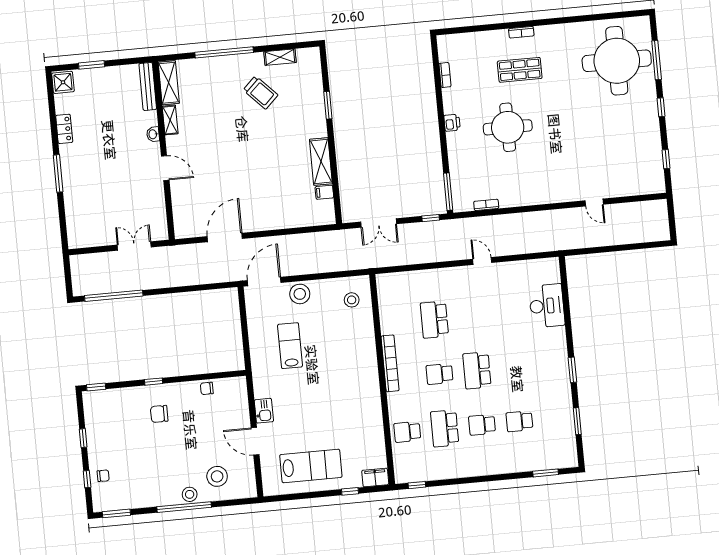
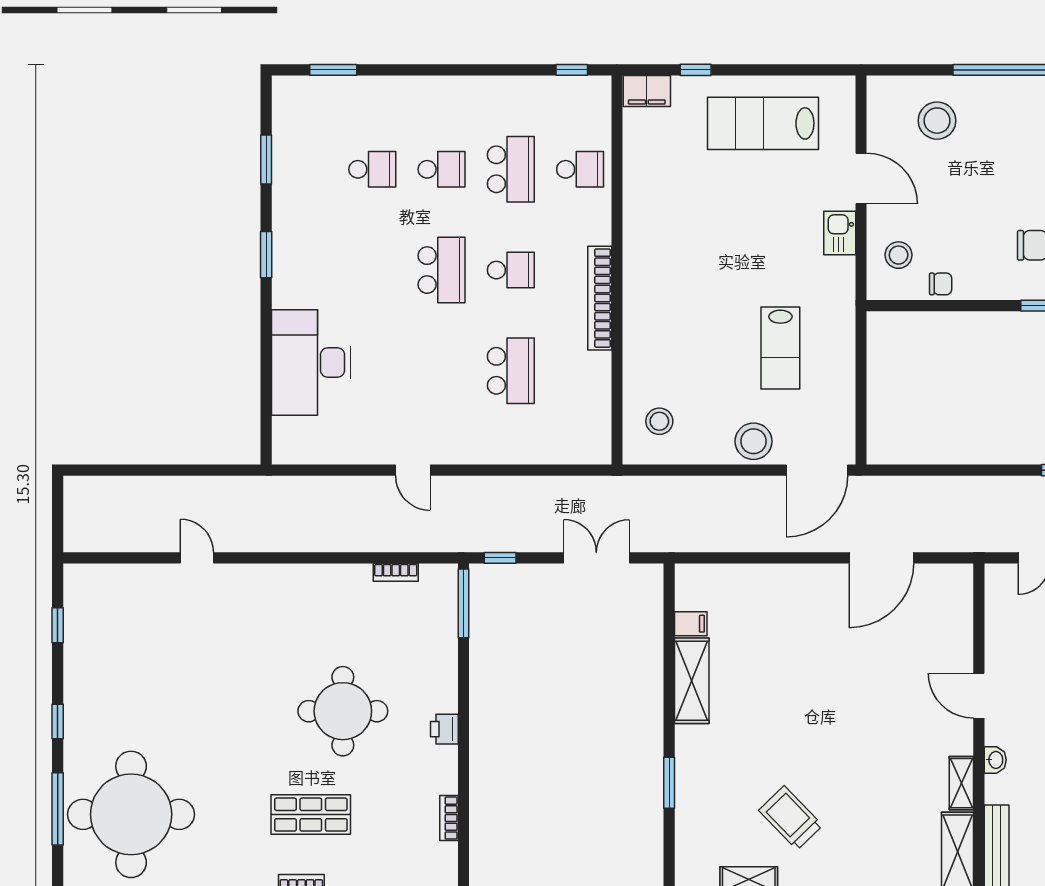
desk: (547, 306) -> (311, 363), width x1.36, depth x1.30
stool: (190, 494) -> (899, 255), moved

